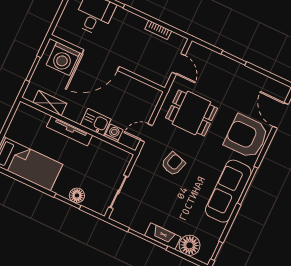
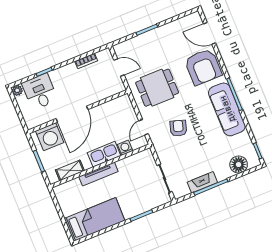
kitchen sink: (96, 122) -> (104, 154), width x1.38
armchair: (246, 136) -> (203, 67), turned -90
floor lamp: (77, 195) -> (143, 206), removed
fireplace: (163, 236) -> (202, 182), moved

